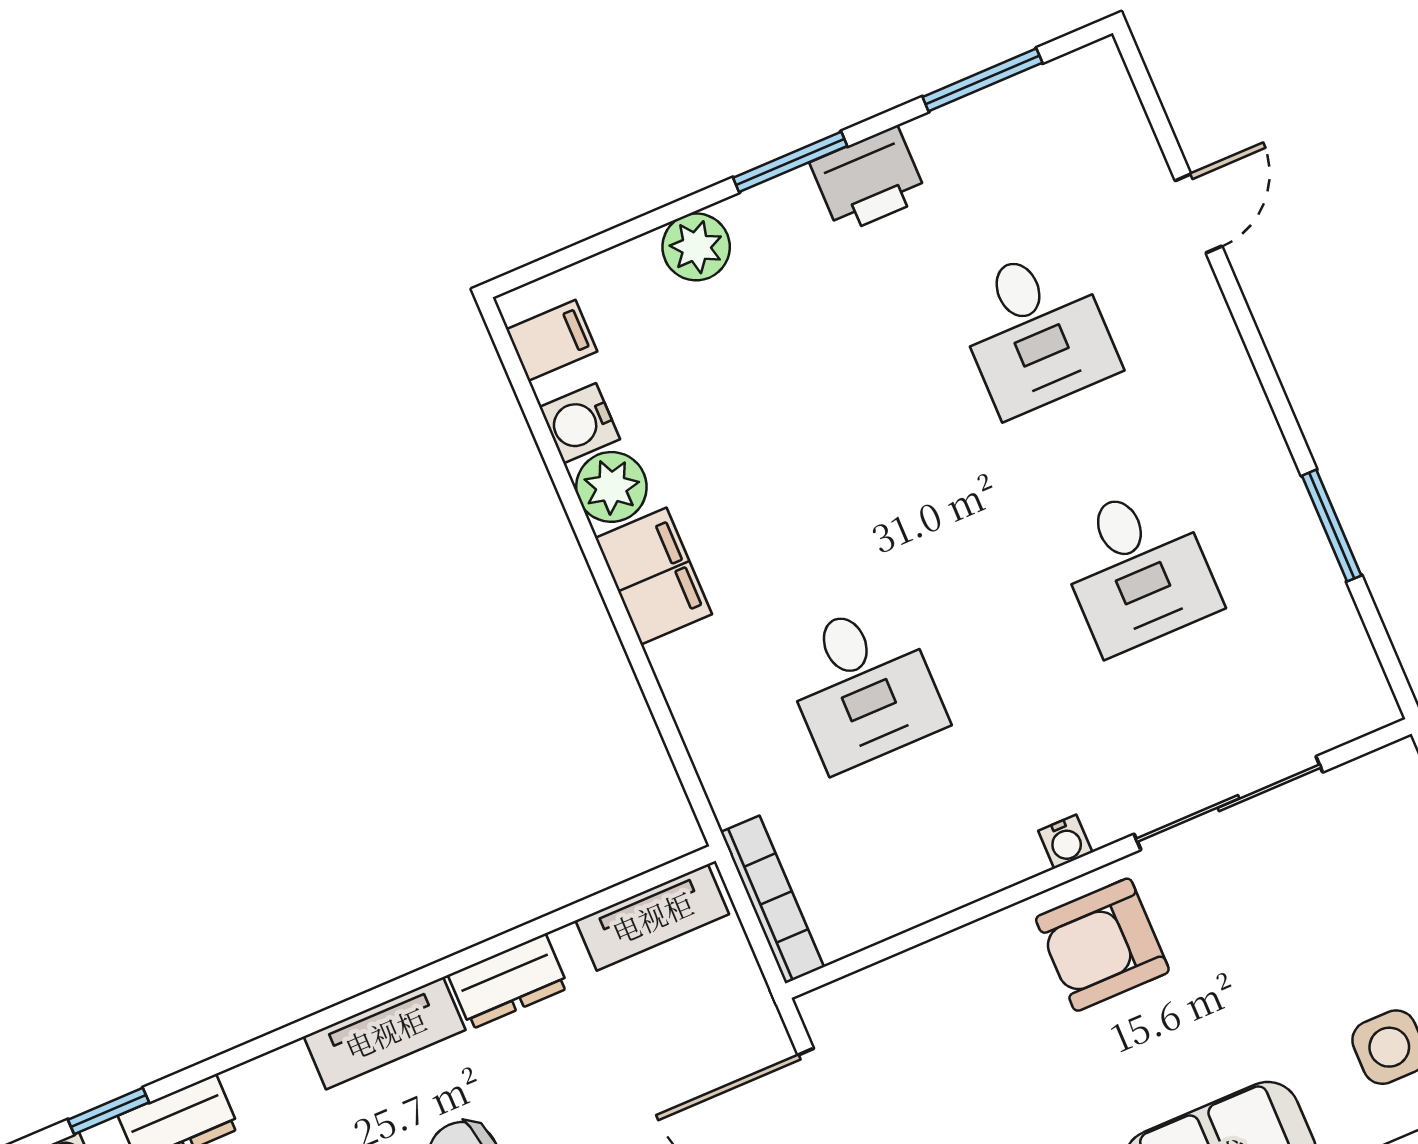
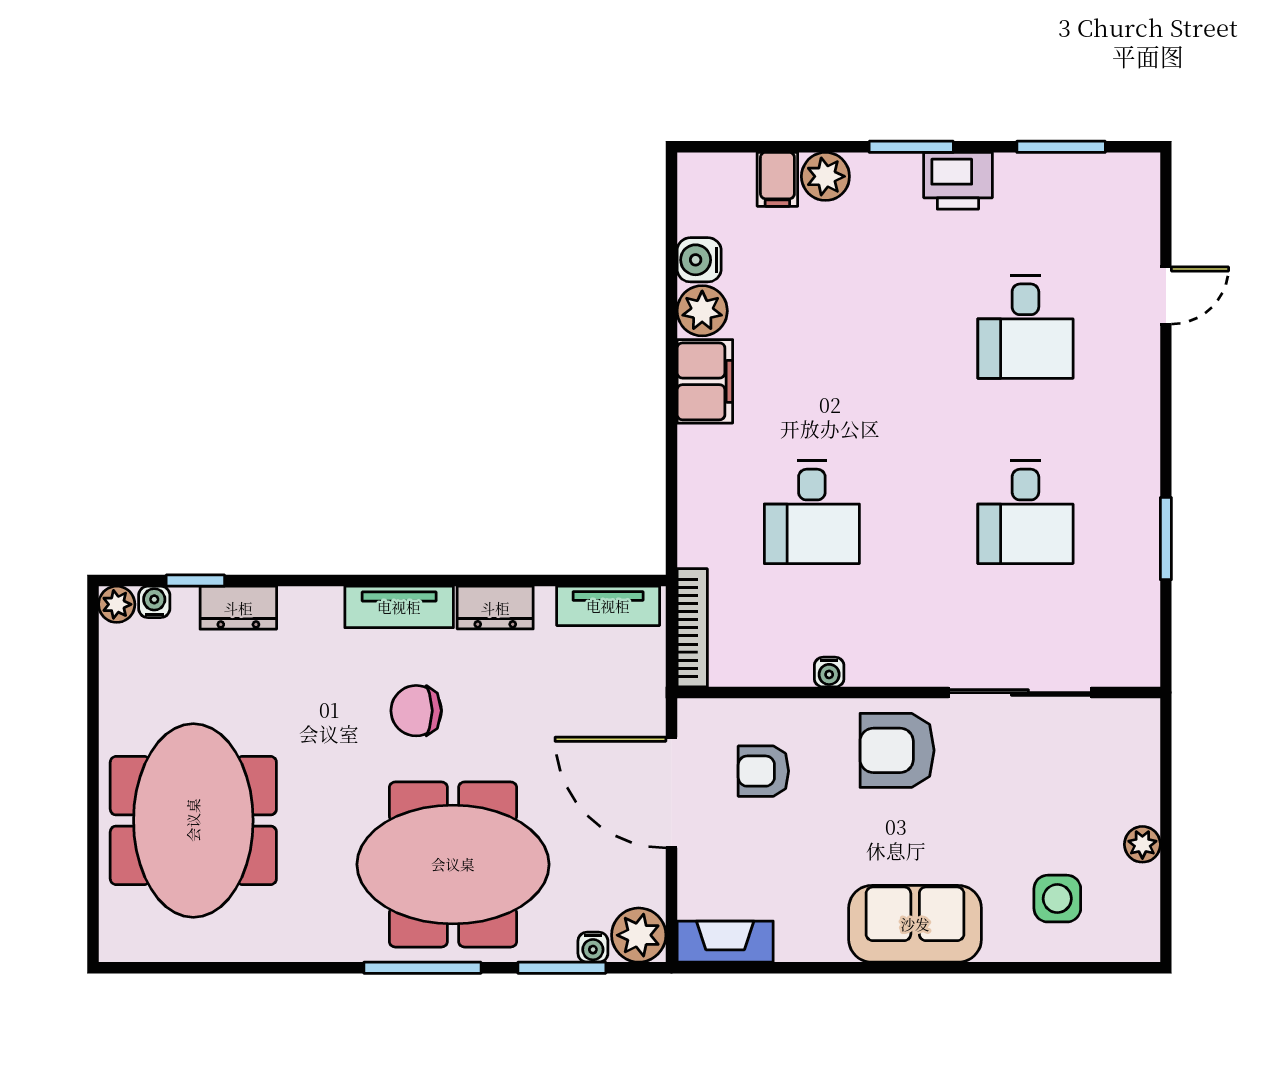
filing cabinet: (552, 340) -> (777, 179), moved, turned 90
water cooler: (1065, 842) -> (829, 672), moved
armchair: (942, 1044) -> (763, 771), added

